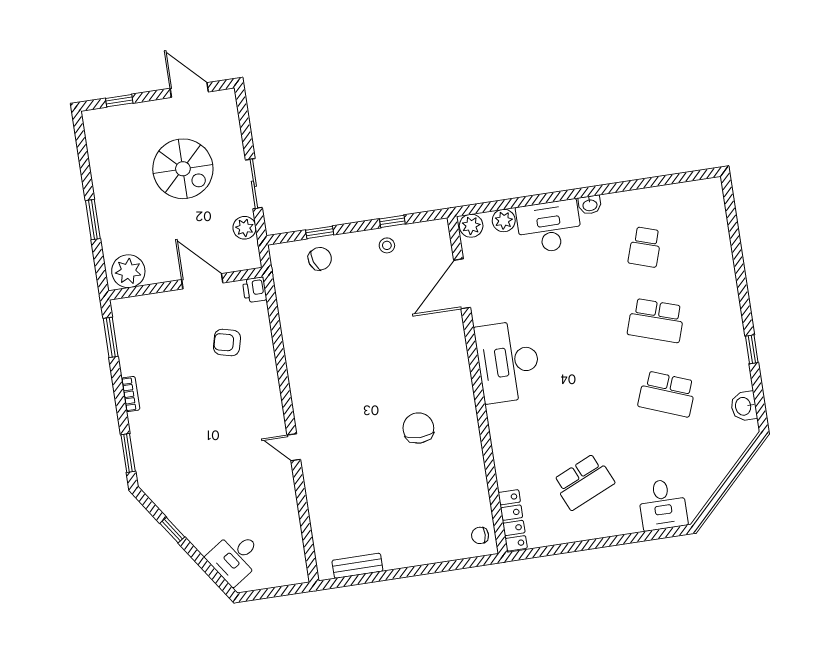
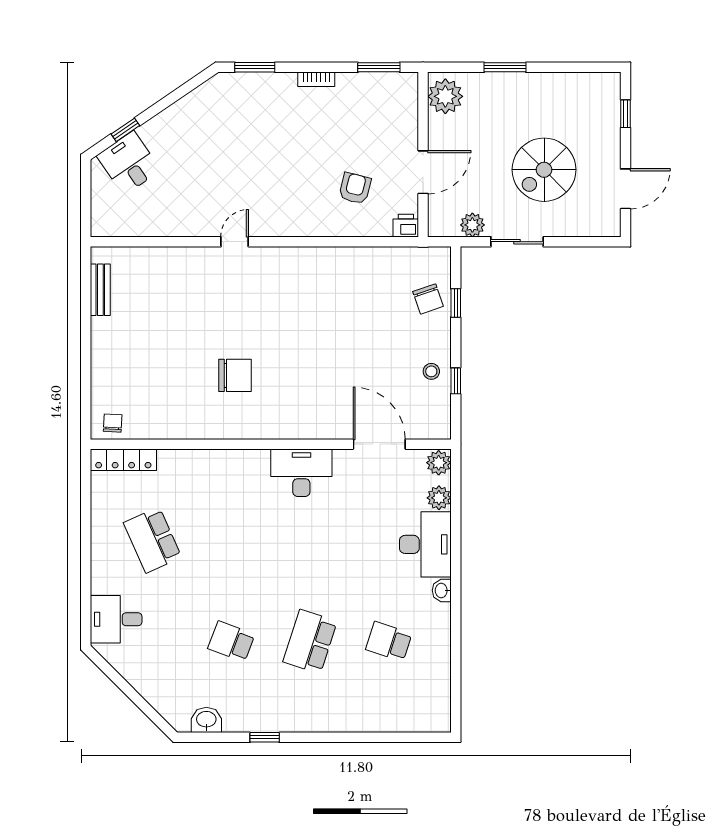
desk: (508, 362) -> (301, 473), width x0.73, depth x0.77
school desk: (667, 394) -> (231, 641), width x0.54
window: (172, 530) -> (125, 130), moved

